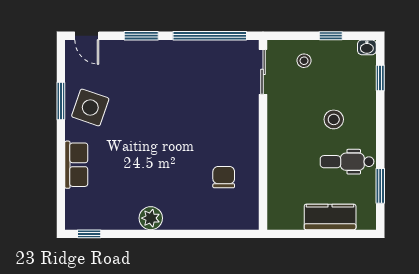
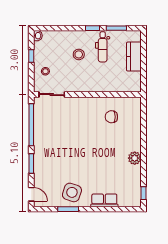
door: (87, 36) -> (31, 194), hinge flipped
window: (380, 78) -> (92, 28), moved

